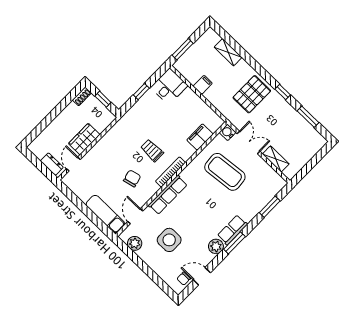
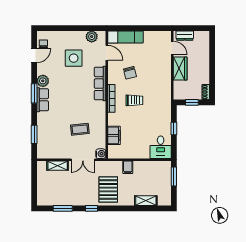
filing cabinet: (203, 85) -> (128, 167), moved
coffee table: (225, 172) -> (80, 129), width x0.54, depth x0.58

